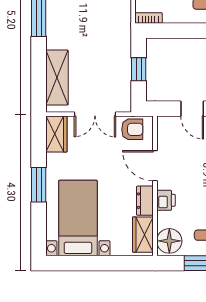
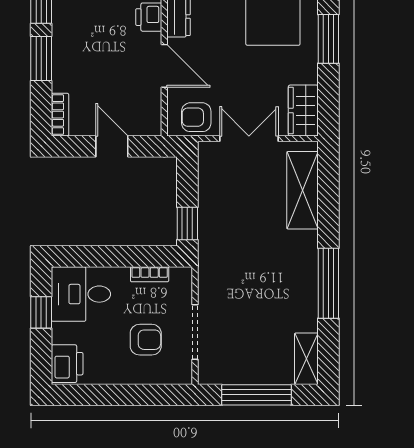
bookcase: (148, 18) -> (150, 274), moved
window: (139, 69) -> (187, 224), moved

